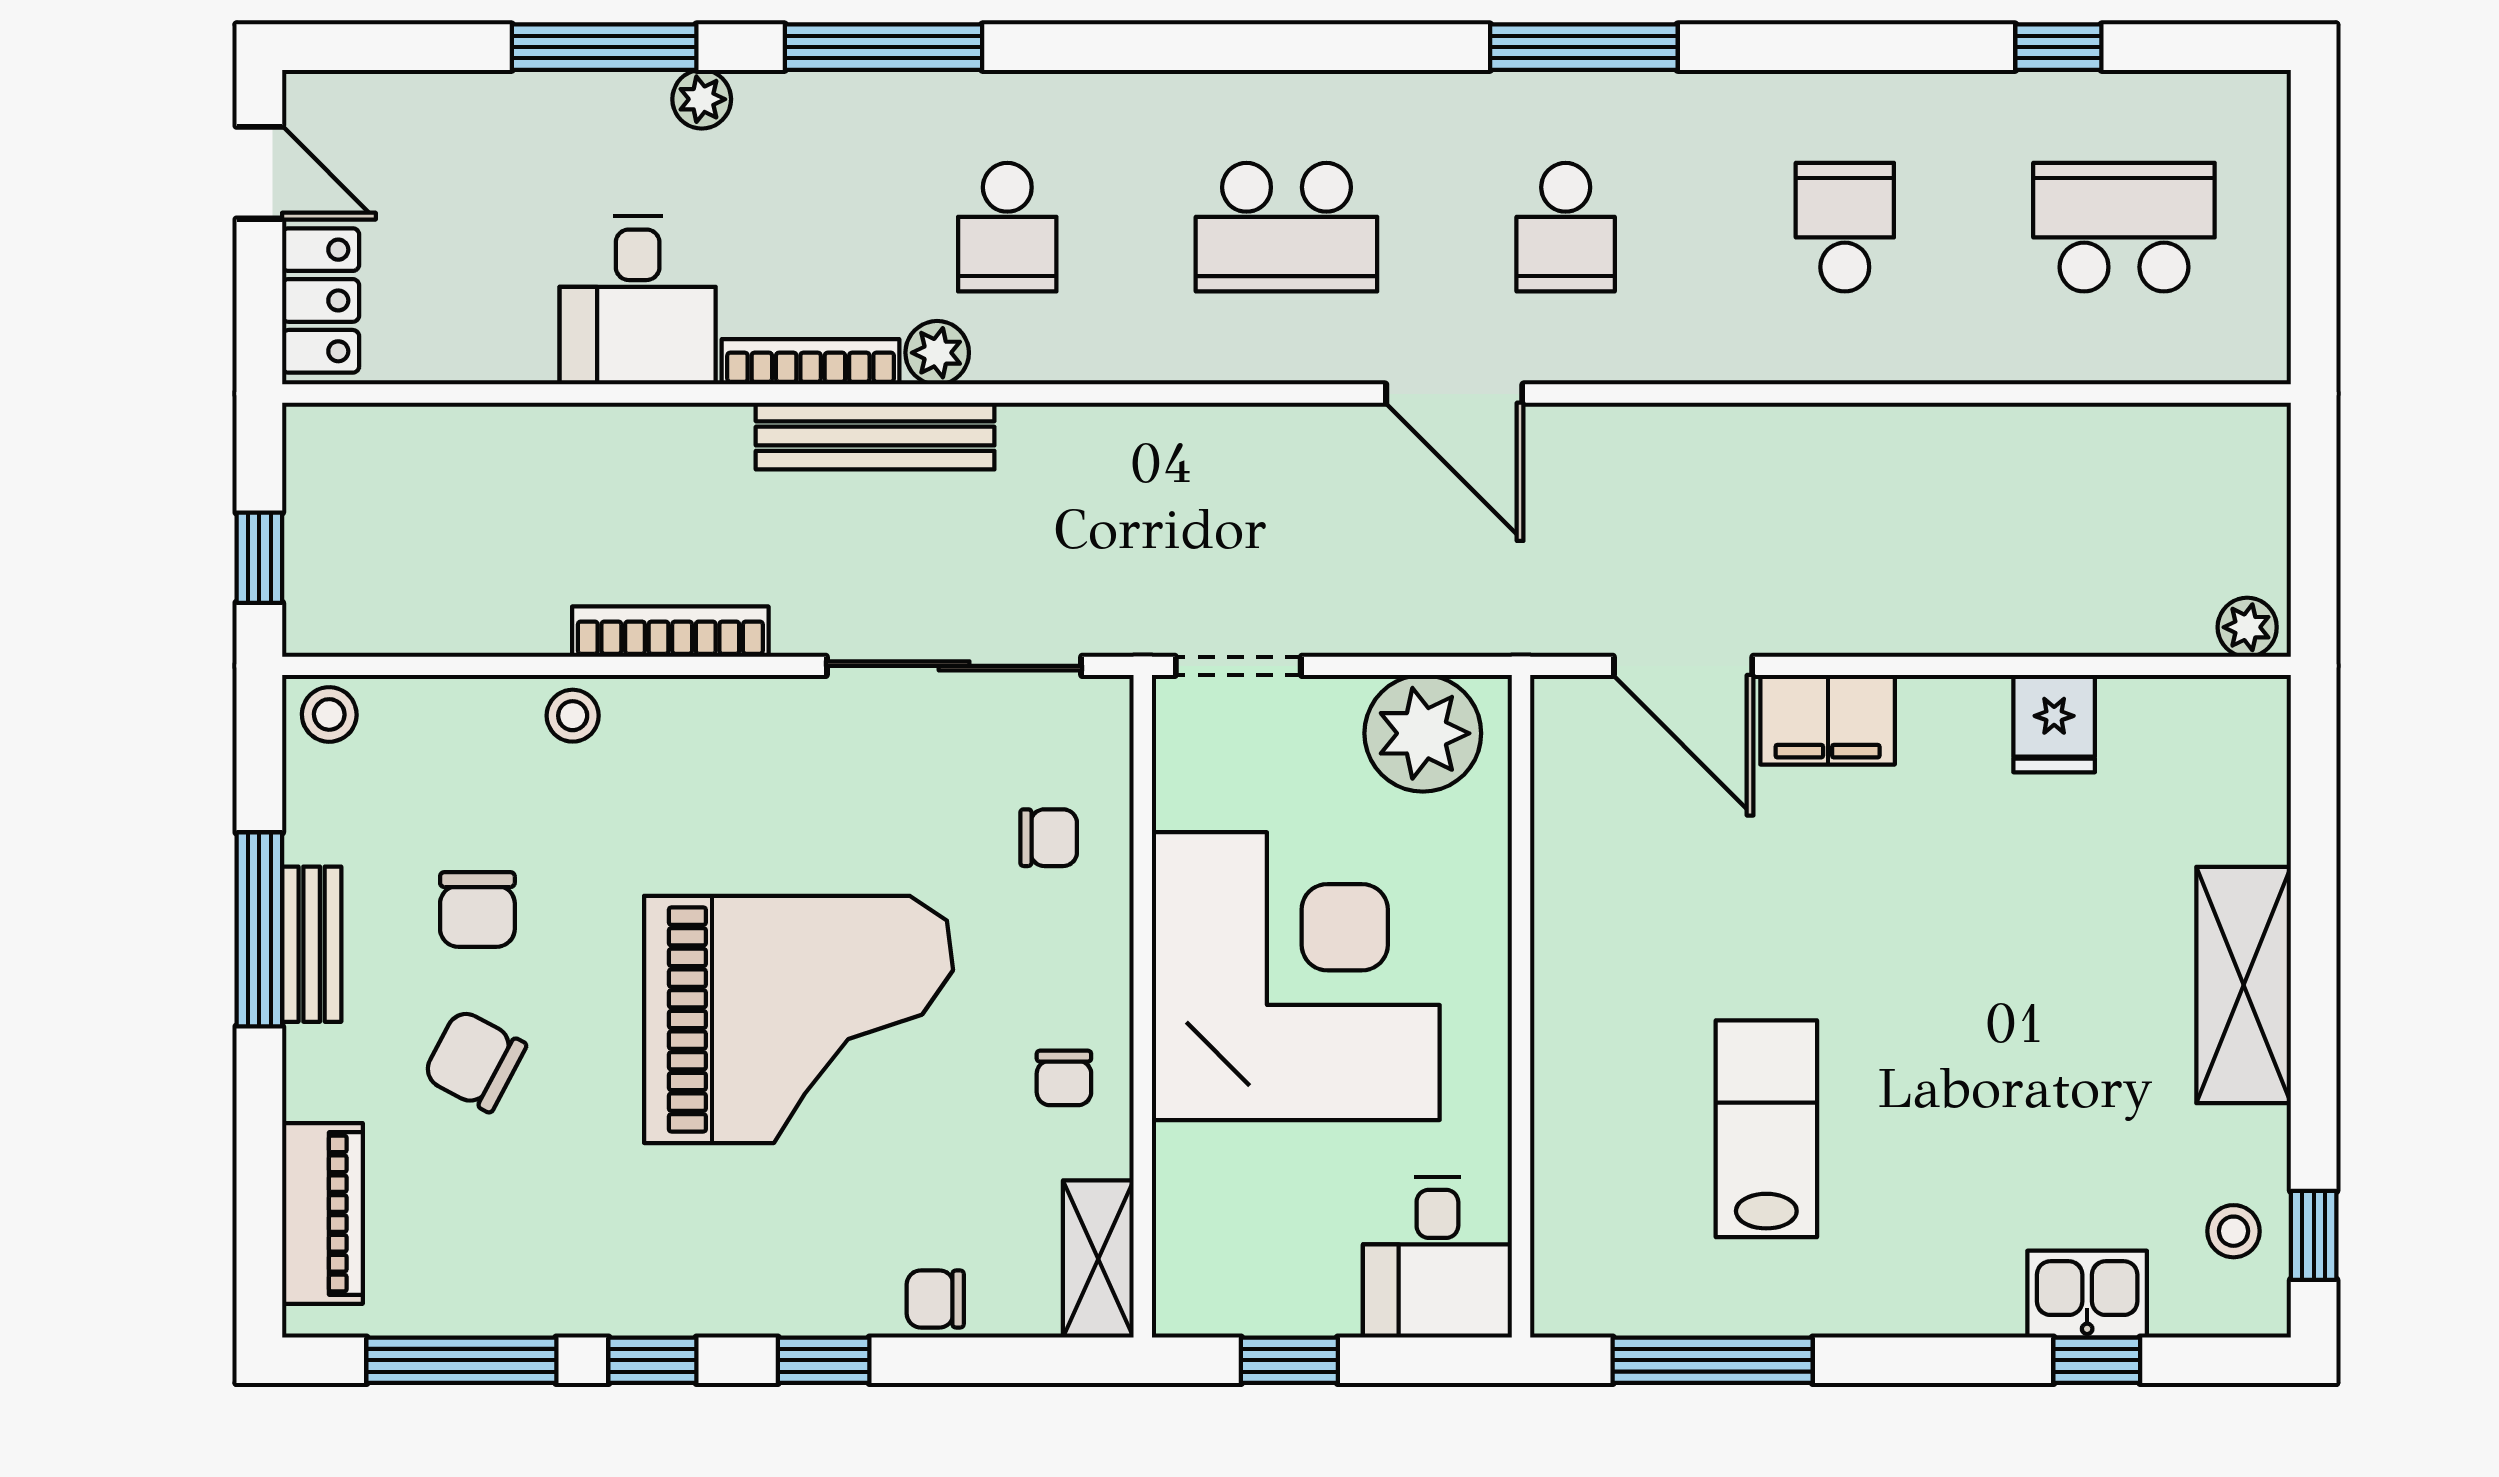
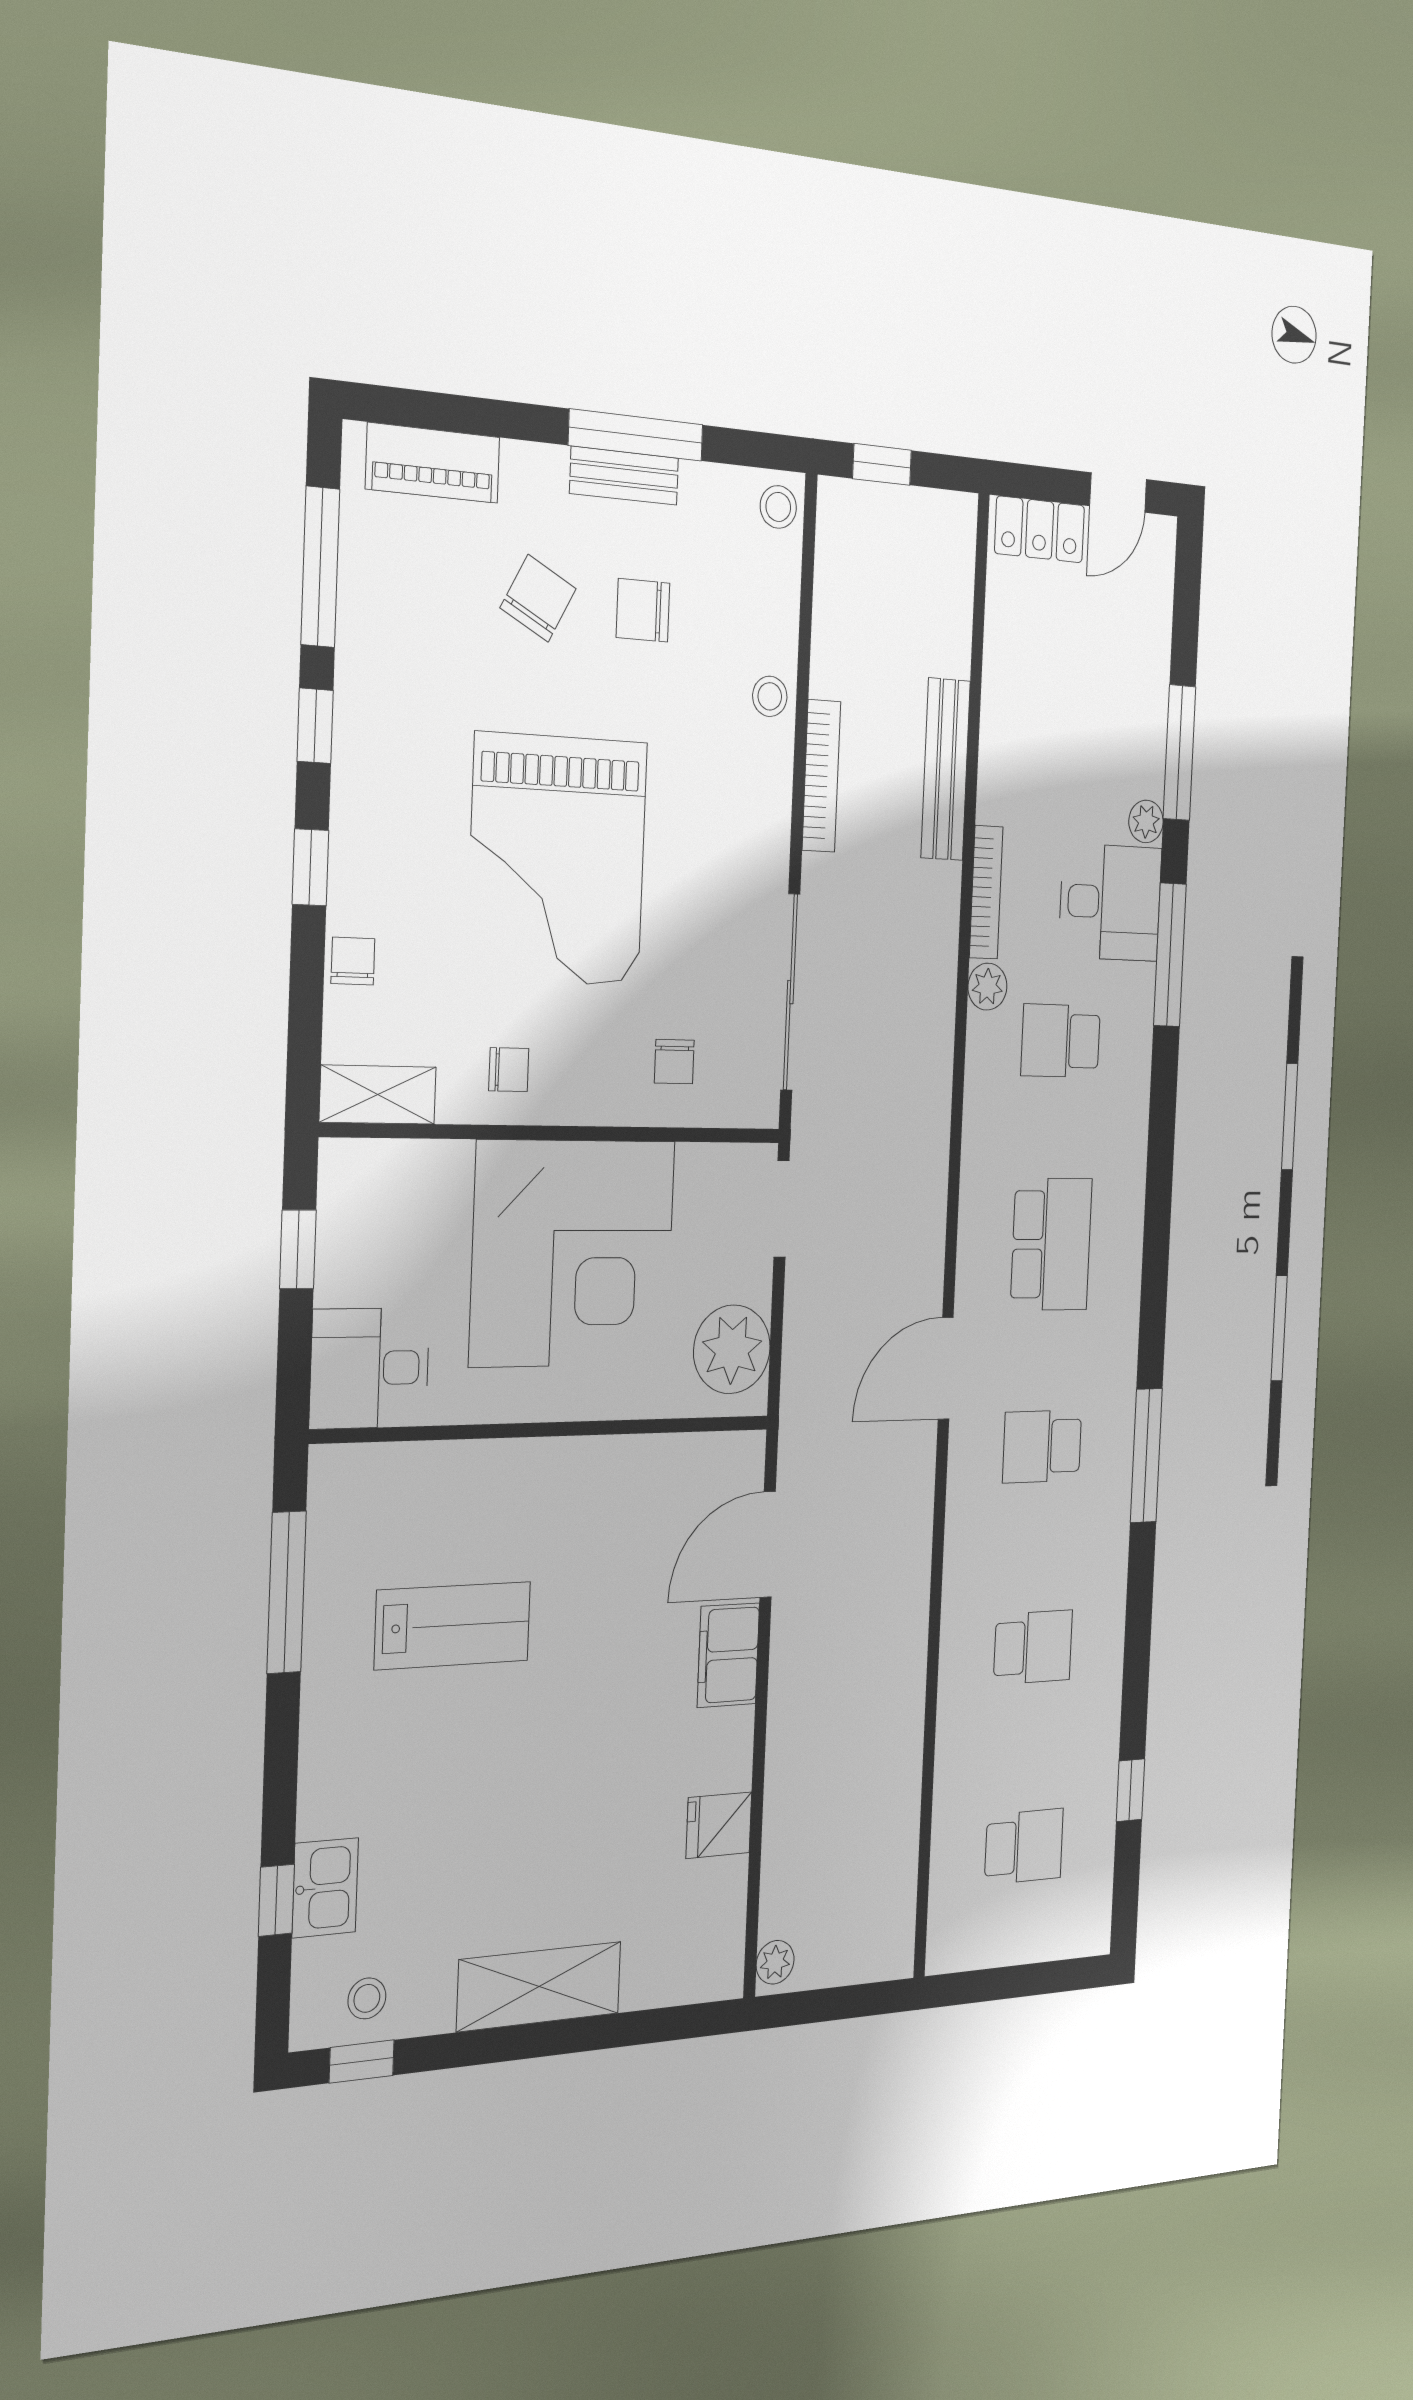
school desk: (1286, 227) -> (1051, 1244), turned 180
school desk: (2124, 227) -> (1024, 1847), width x0.54
desk: (638, 300) -> (1110, 902), moved, turned 180
bench: (875, 436) -> (946, 769), moved
chair: (1064, 1078) -> (509, 1070), turned 180

